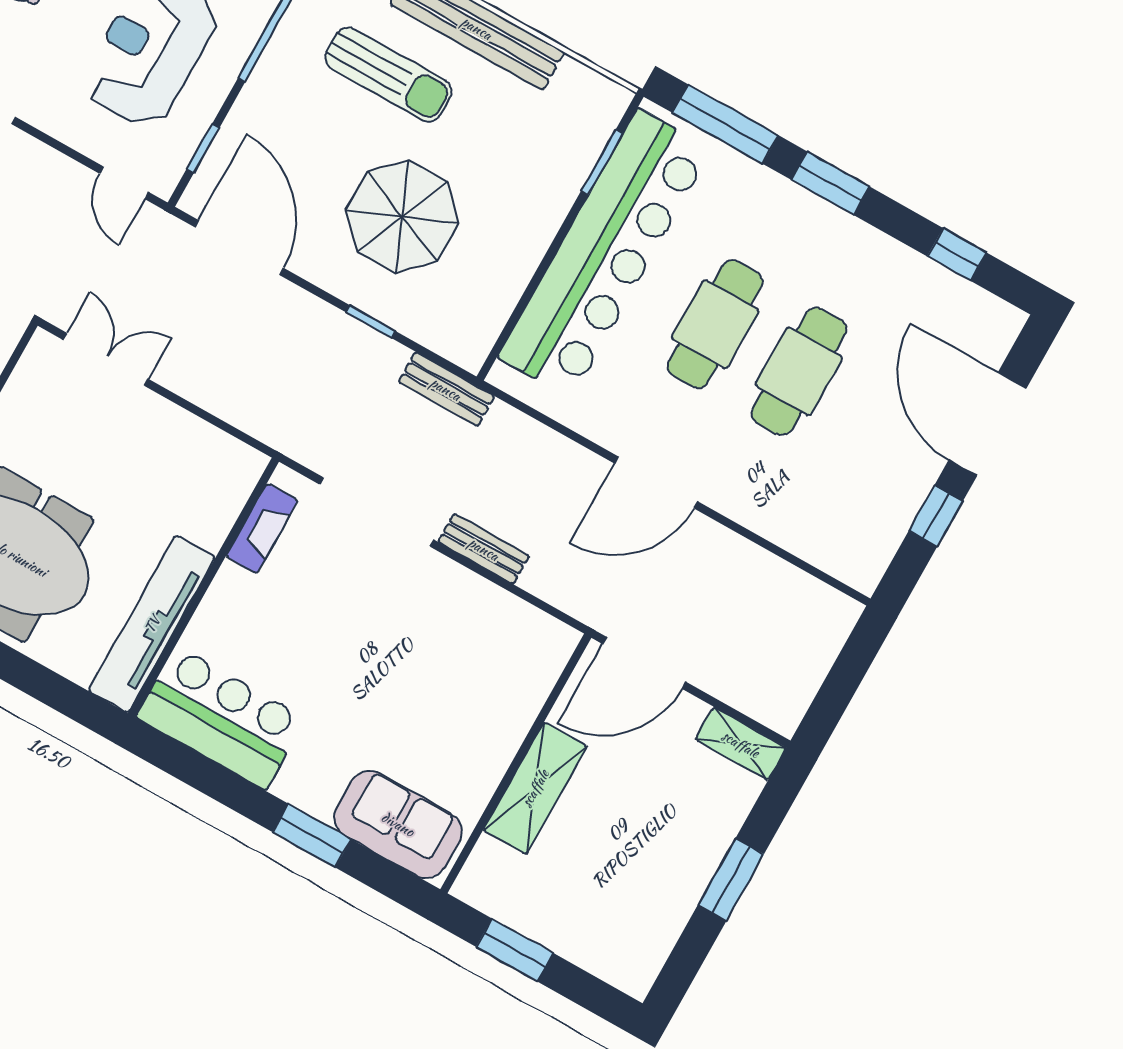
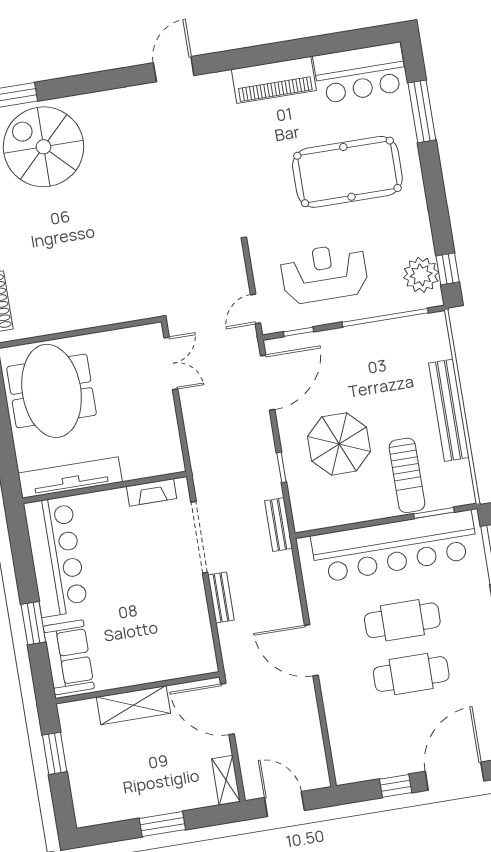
sun lounger: (388, 75) -> (407, 475), moved
door: (838, 689) -> (284, 804), added
bar counter: (221, 718) -> (56, 557), width x1.36

